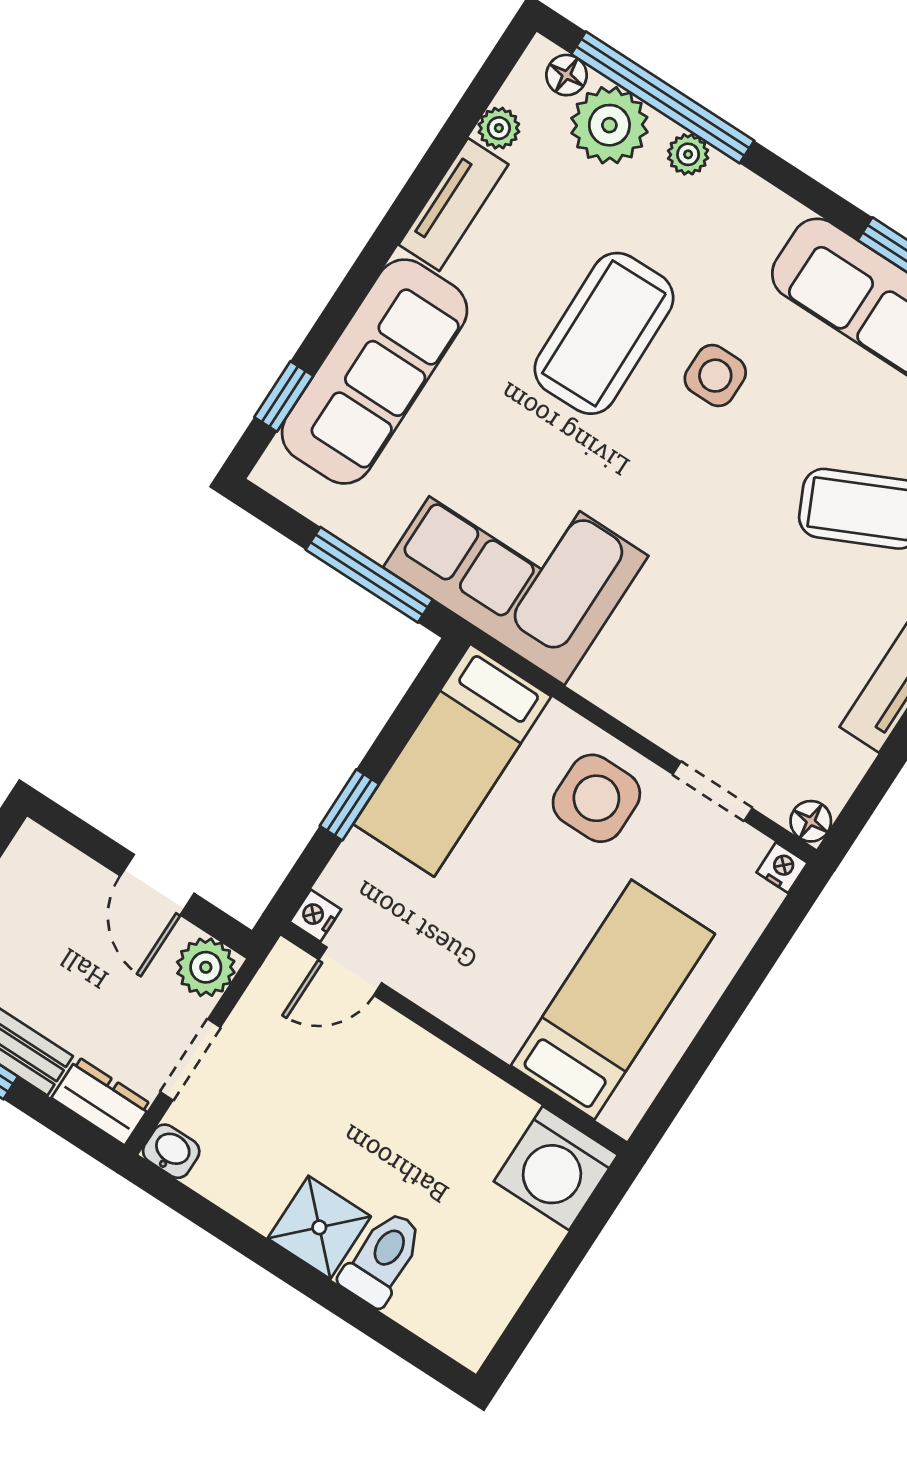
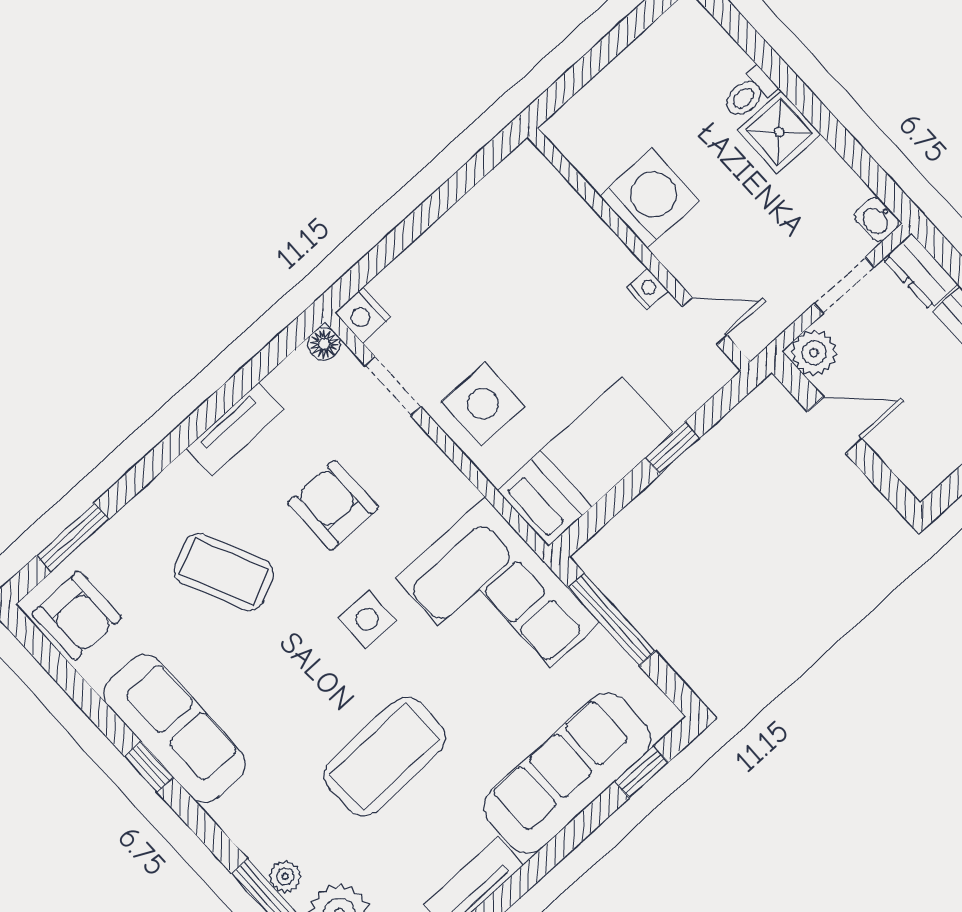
side table: (715, 376) -> (367, 619), moved
armchair: (748, 626) -> (333, 505), added
nightstand: (782, 868) -> (363, 315), width x1.39, depth x1.35
door: (157, 885) -> (835, 425), hinge flipped
nightstand: (315, 916) -> (647, 289), moved, turned -90
bed: (613, 1000) -> (510, 247), removed
washing machine: (556, 1168) -> (649, 198), moved
toilet: (382, 1258) -> (749, 94), width x0.73, depth x0.72

